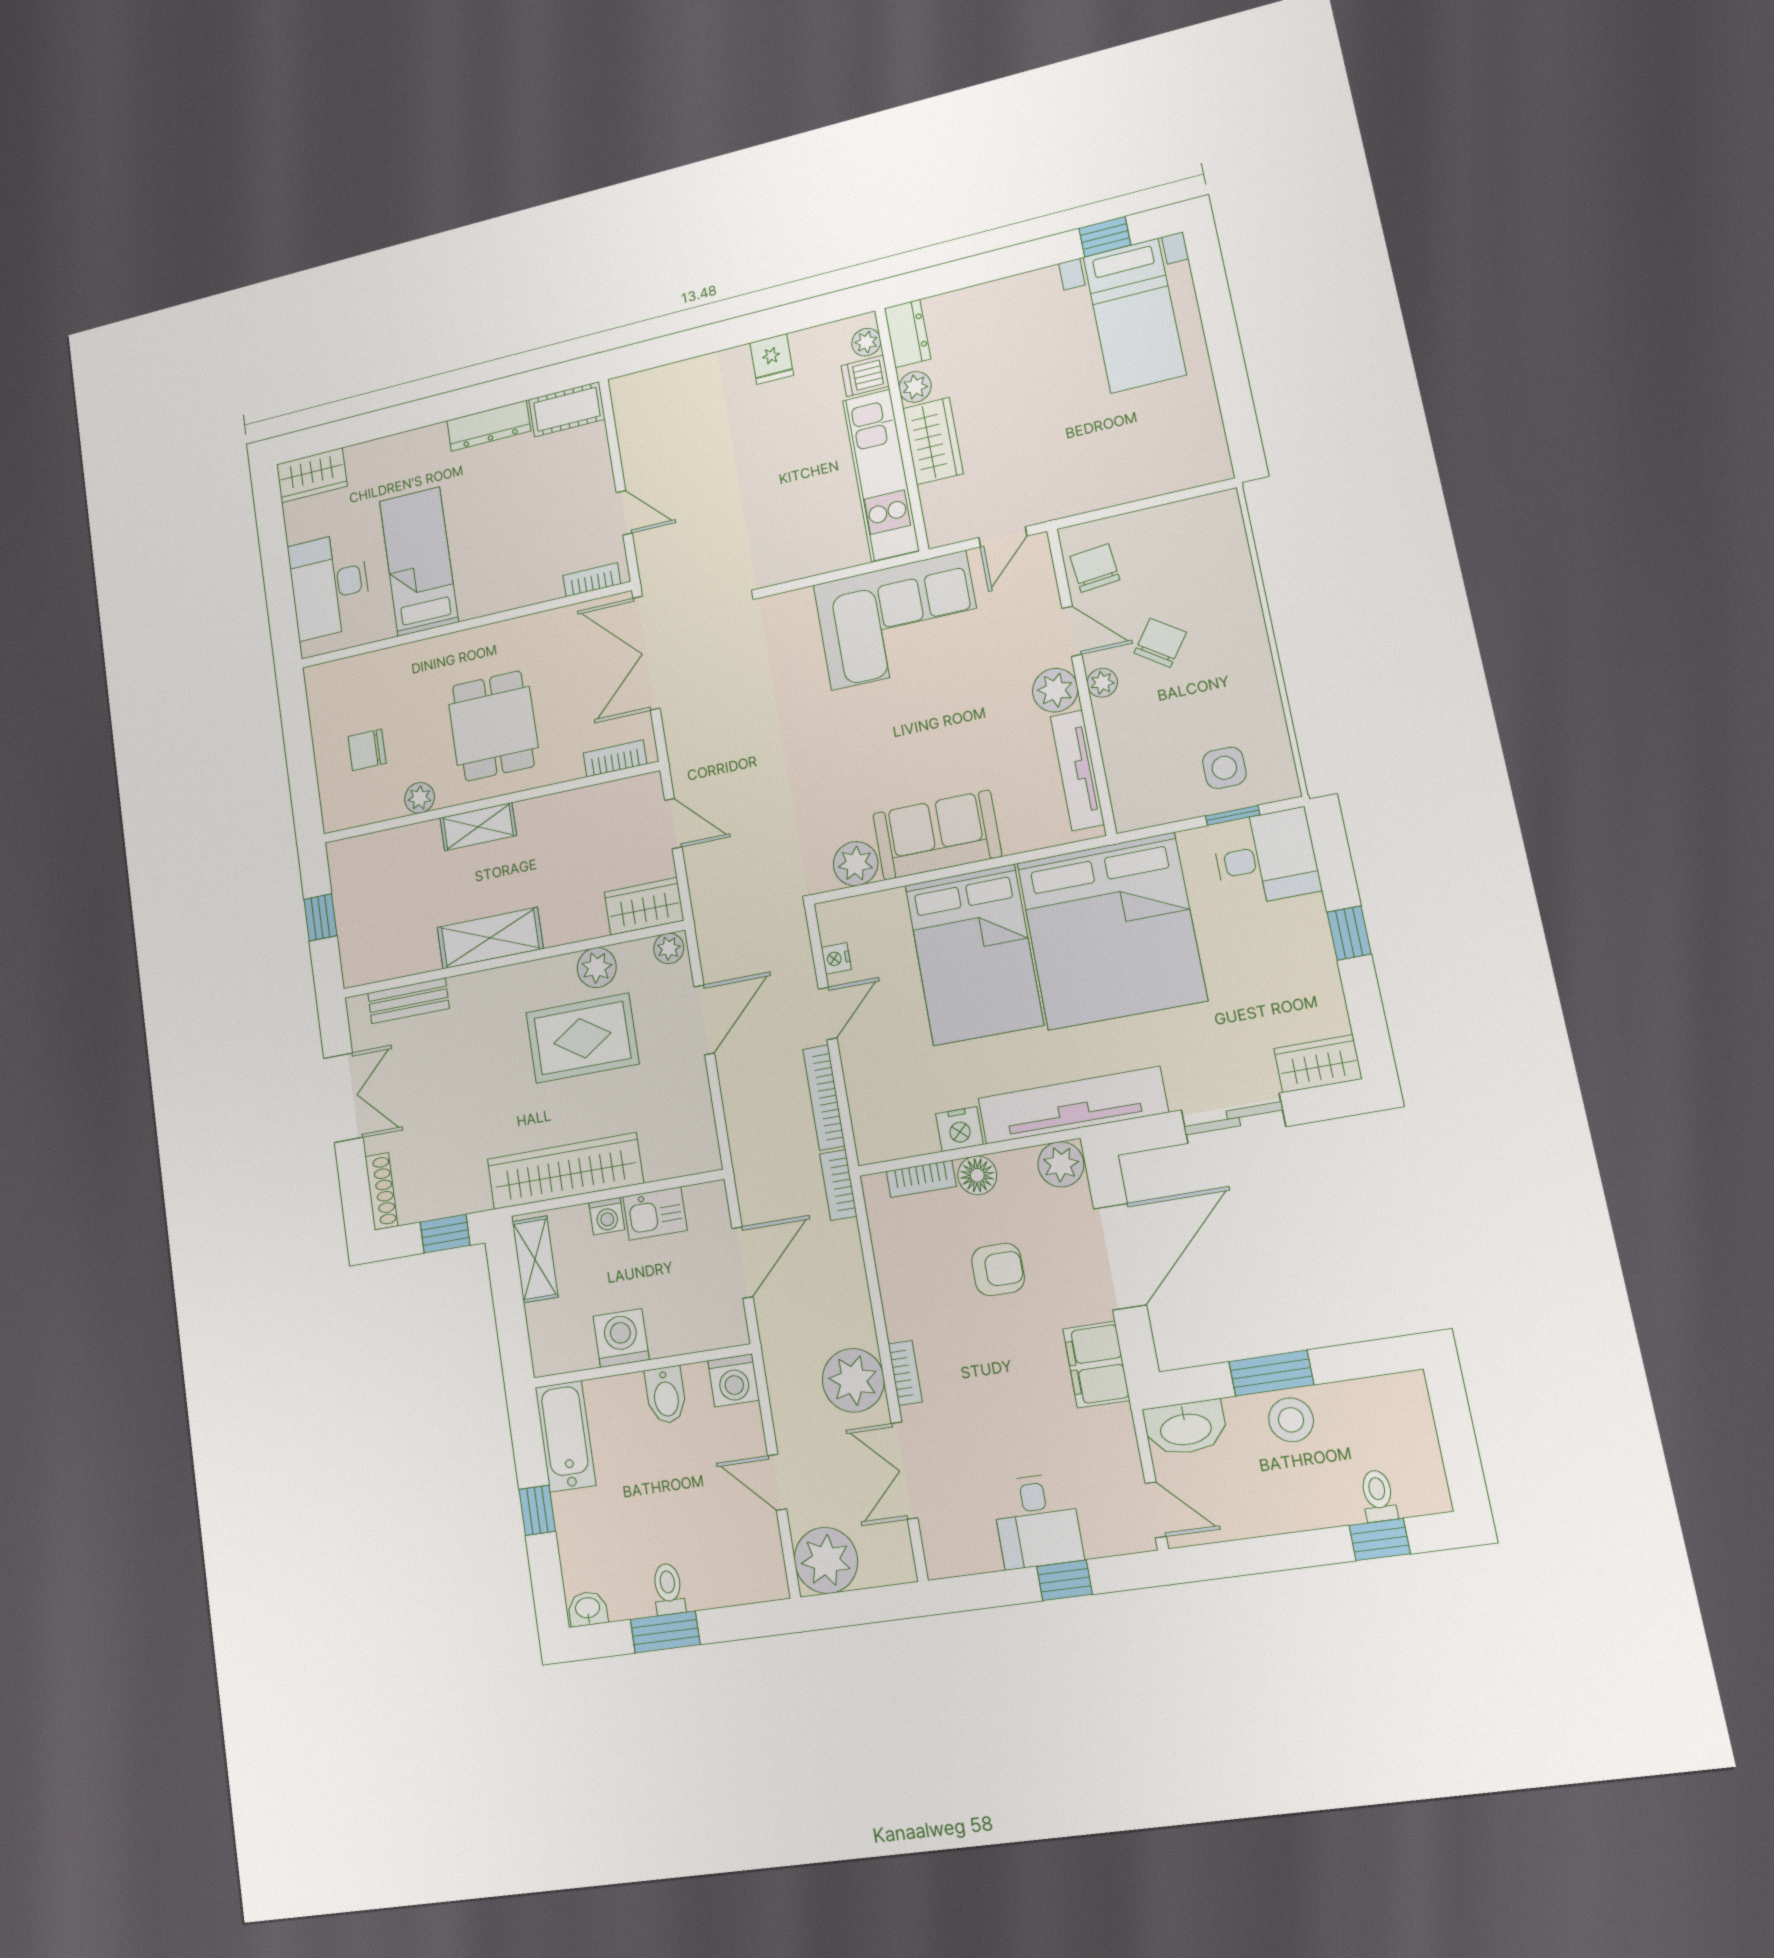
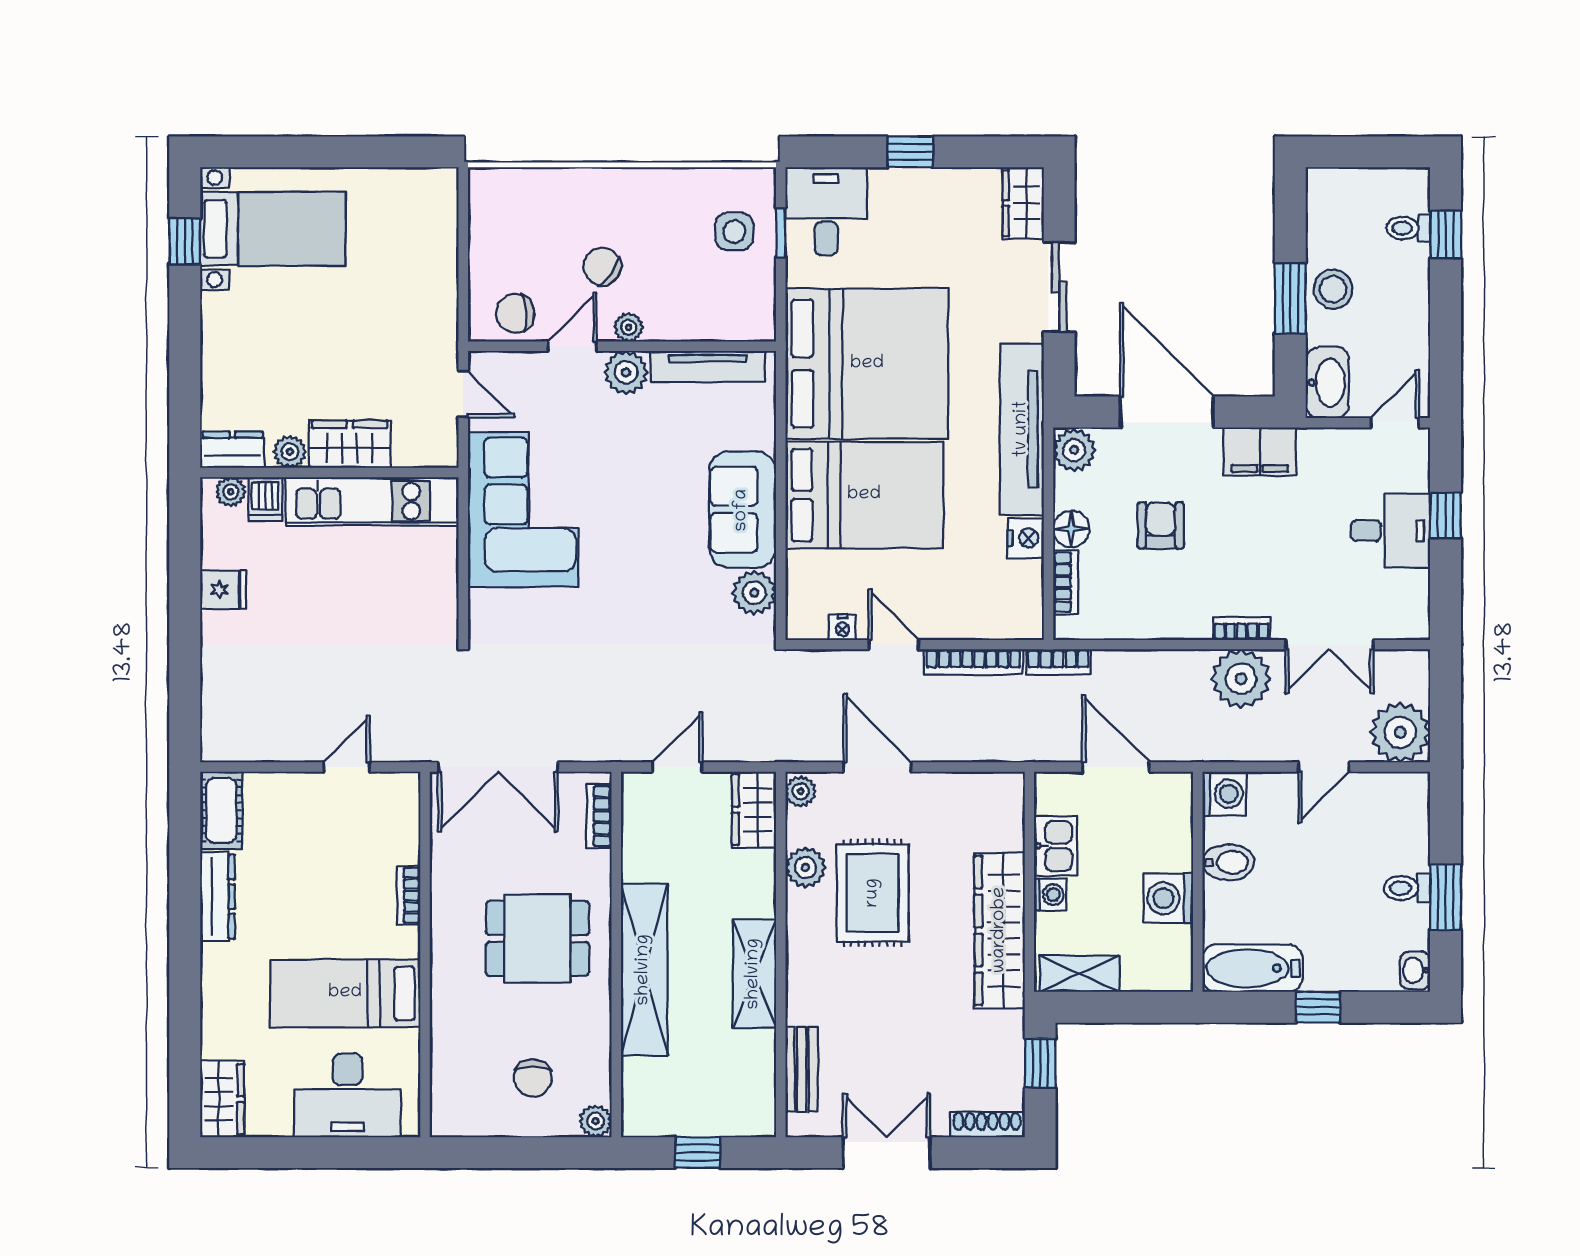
bookcase: (592, 580) -> (409, 895), moved
plant: (420, 798) -> (595, 1121), moved
shelving: (478, 827) -> (644, 970), width x2.20, depth x1.33

